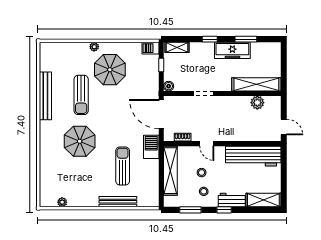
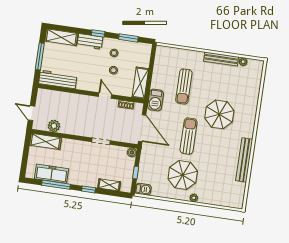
window: (246, 39) -> (56, 185), width x1.44
shelving: (177, 47) -> (109, 185), moved
freezer: (232, 50) -> (52, 174), moved
shelving: (256, 84) -> (45, 141), width x0.68
sun lounger: (81, 95) -> (189, 136), moved
door: (284, 127) -> (32, 113), moved
workbench: (253, 156) -> (58, 79), width x0.73, depth x0.76
shelving: (170, 171) -> (140, 83), width x0.68
window: (284, 176) -> (40, 56), added
bench: (118, 202) -> (221, 59), moved

